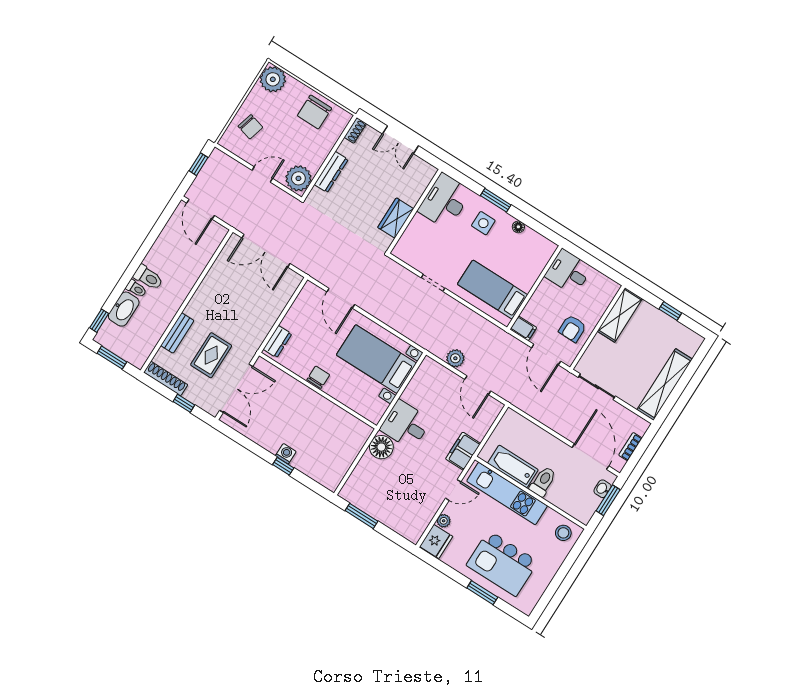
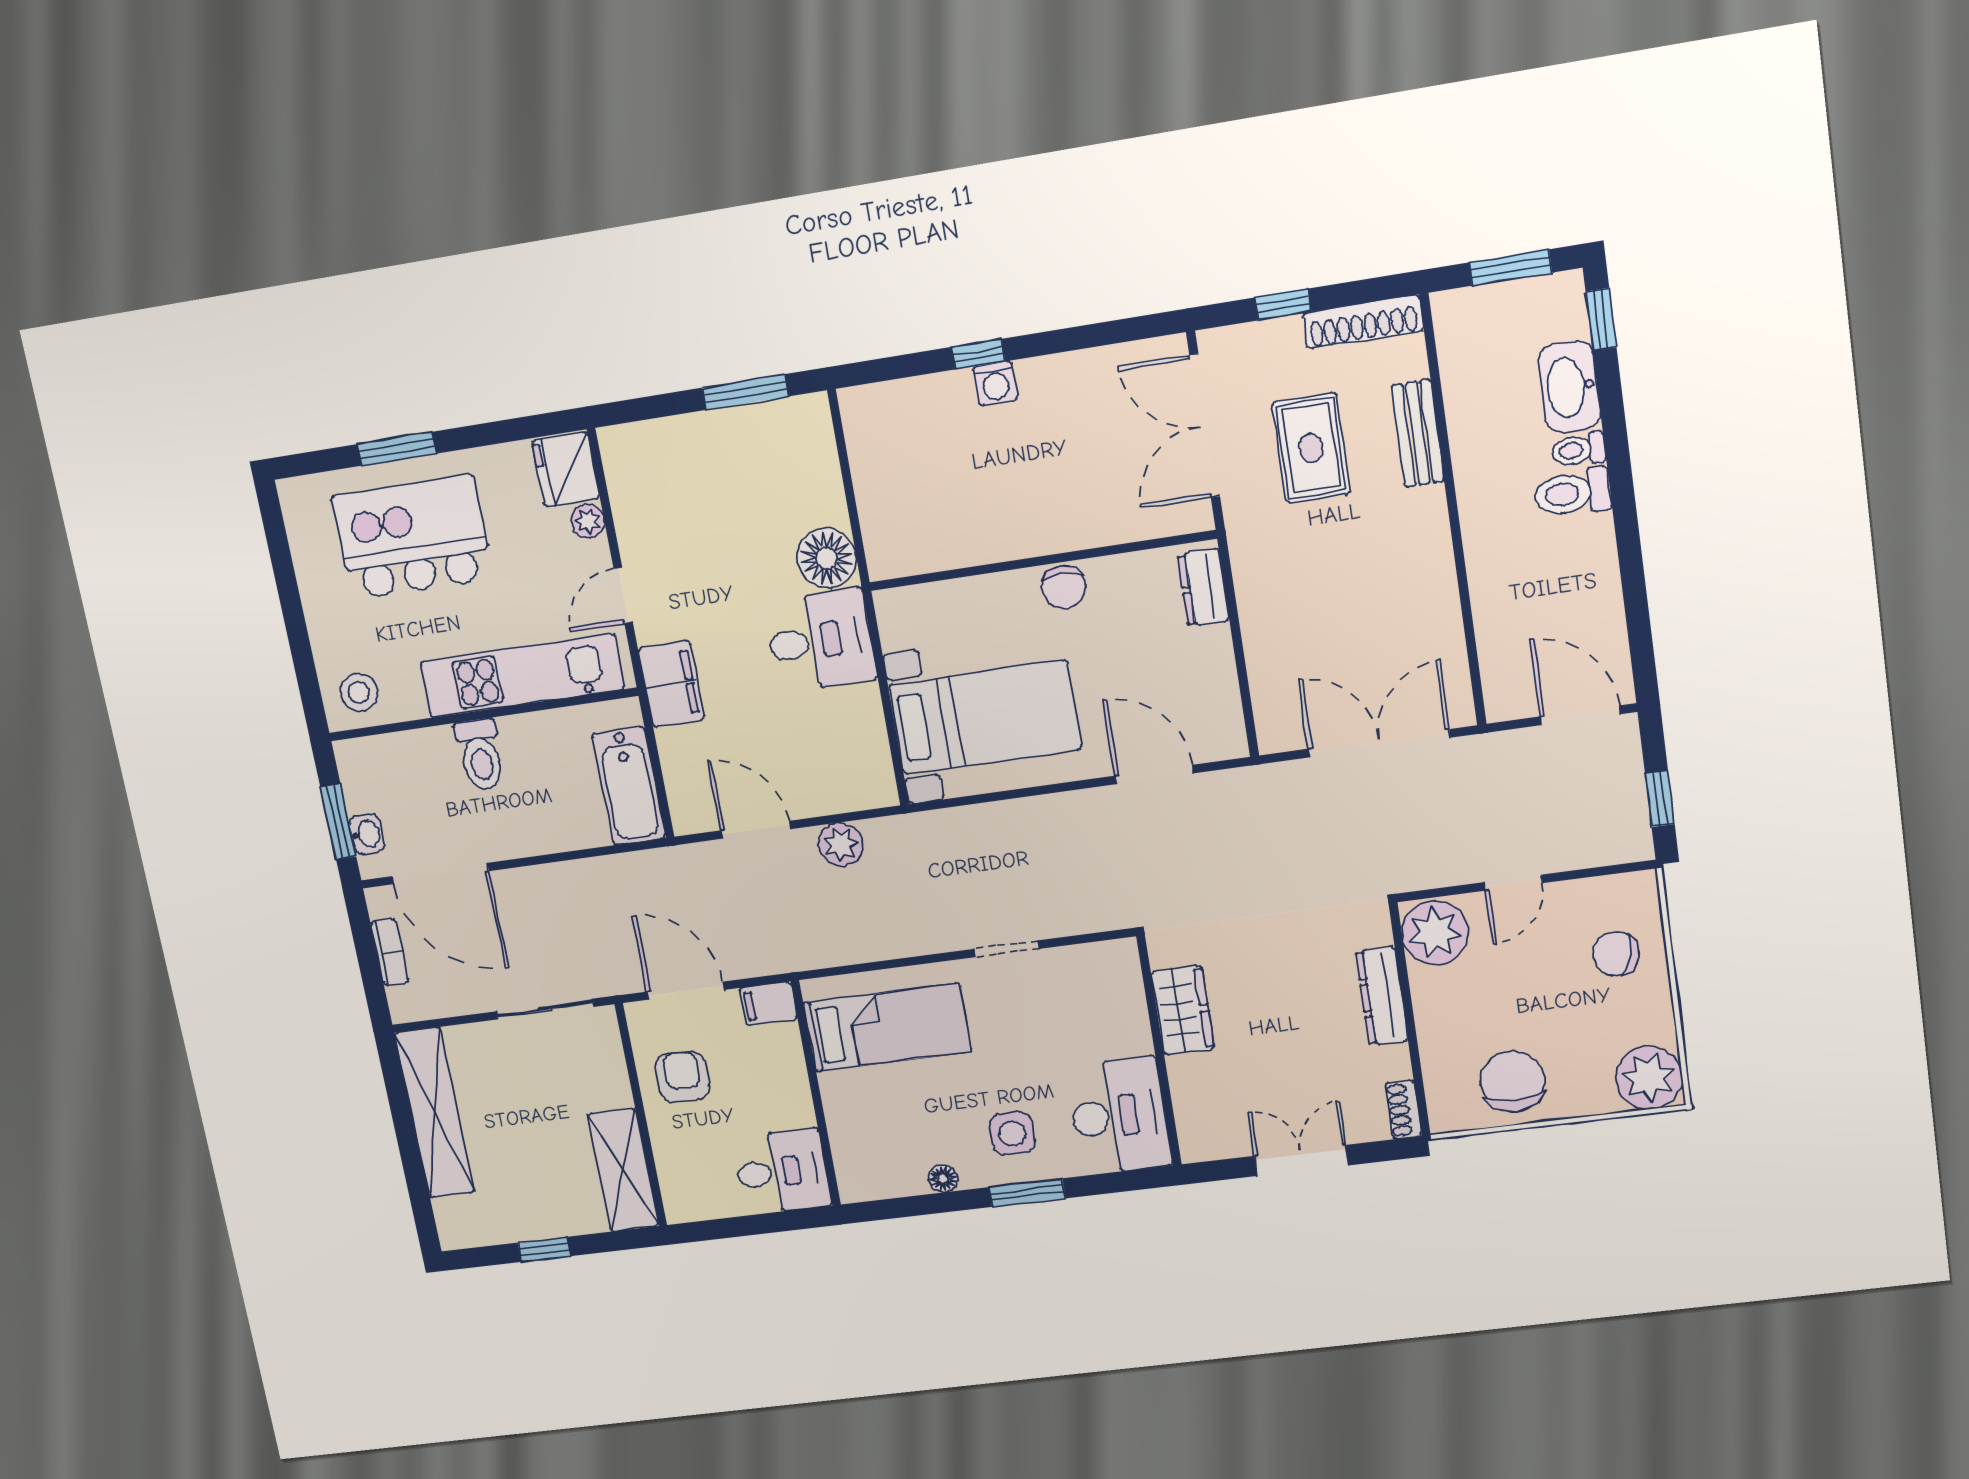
bathtub: (513, 466) -> (629, 786), moved, turned 90

